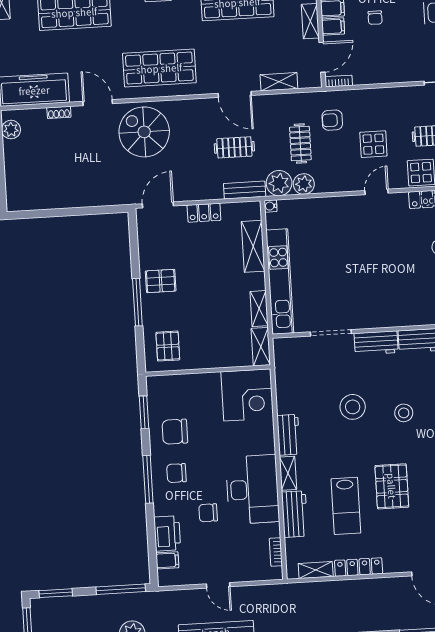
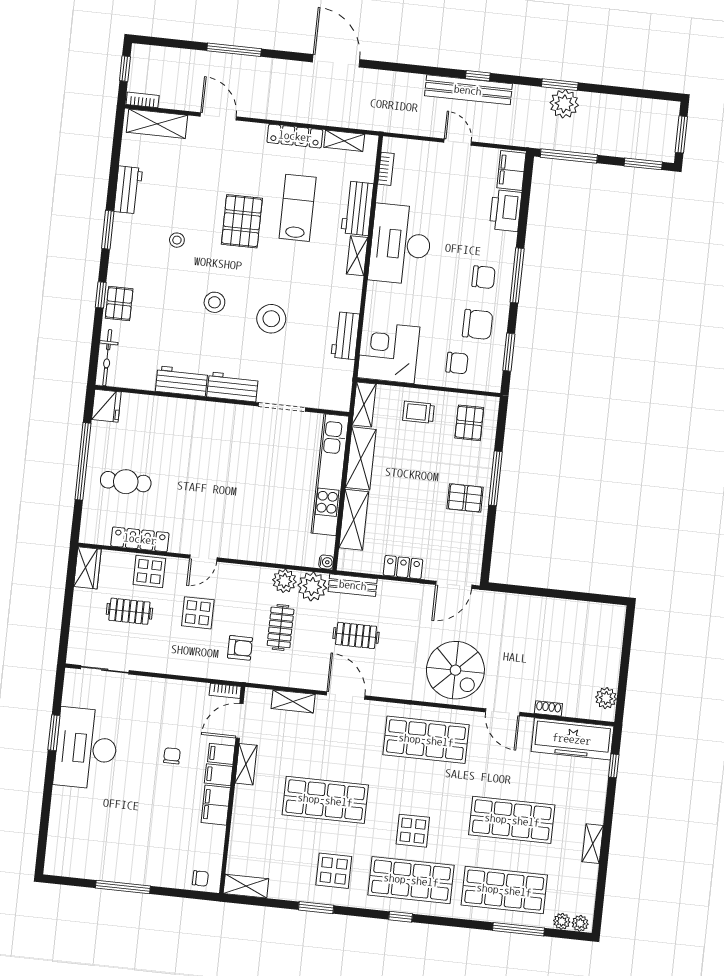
shelving: (259, 309) -> (361, 458), width x1.50, depth x1.33
trolley: (213, 348) -> (419, 412), added
workbench: (288, 435) -> (345, 336), moved
chair: (208, 513) -> (457, 363), moved
filing cabinet: (167, 560) -> (511, 171), width x2.00

